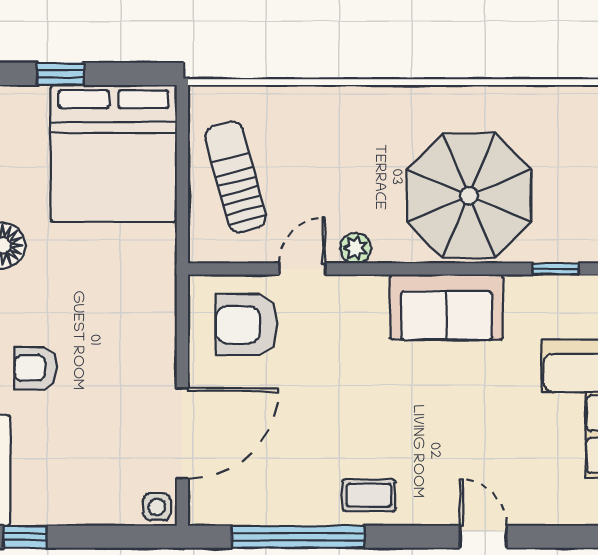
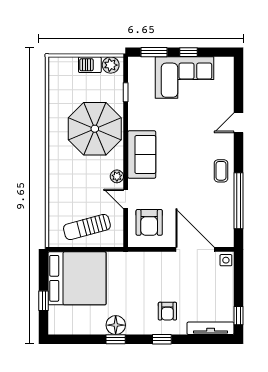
sofa: (447, 307) -> (142, 155), moved

